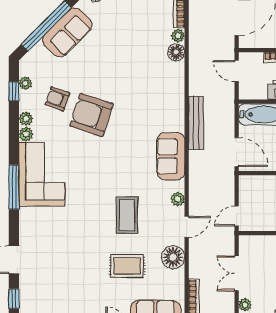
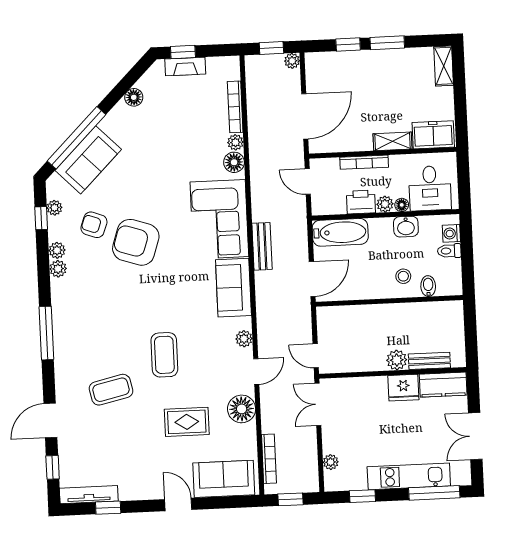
sofa: (67, 33) -> (88, 160), moved
bench: (196, 123) -> (262, 246), width x0.73
door: (237, 152) -> (312, 279), hinge flipped
corner sofa: (42, 174) -> (219, 219), moved, turned 180
coffee table: (127, 215) -> (164, 355), moved
door: (237, 216) -> (316, 356), hinge flipped
coffee table: (65, 236) -> (111, 390), added
double door: (237, 273) -> (318, 404), moved

